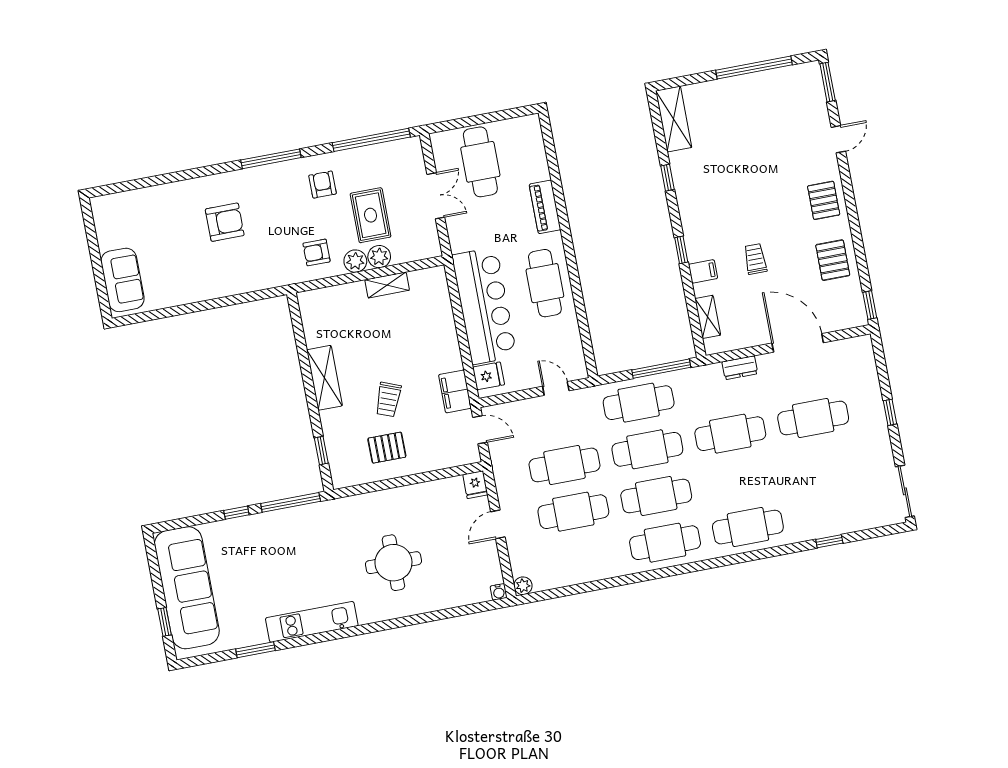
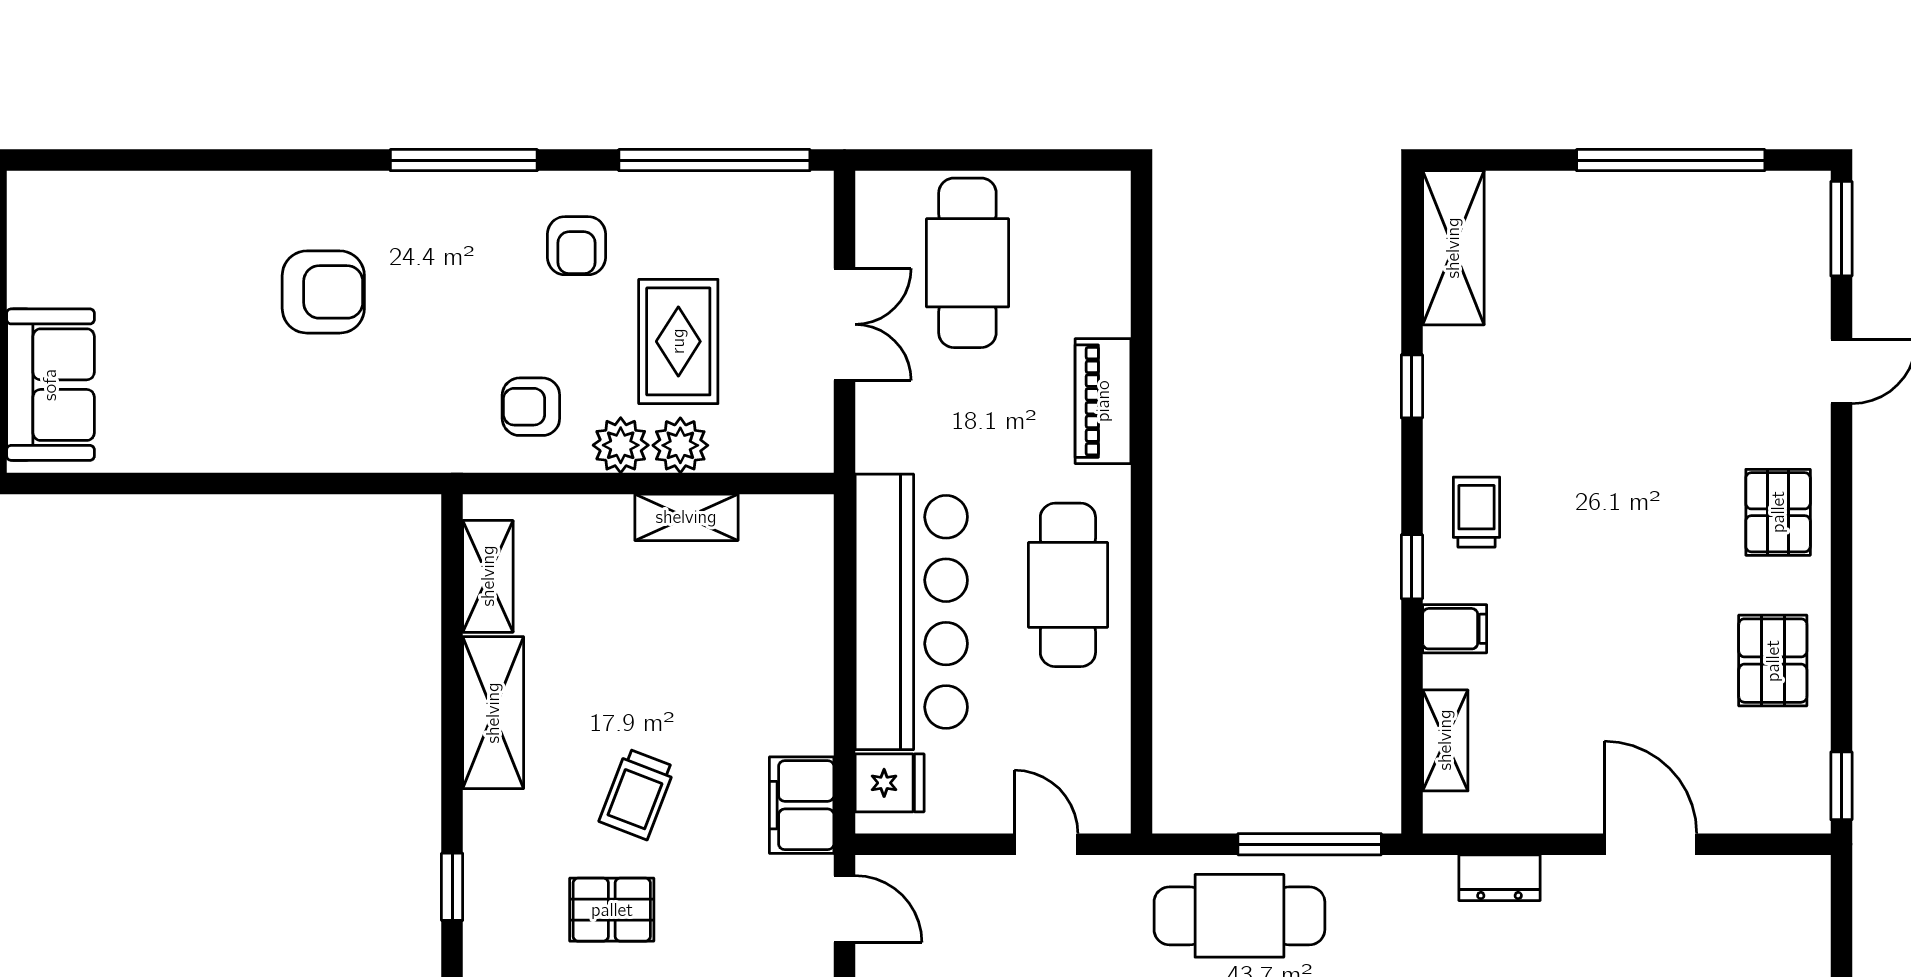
armchair: (323, 185) -> (576, 246), turned 180
trolley: (755, 259) -> (1476, 512), moved
shelving: (312, 324) -> (488, 576), added
door: (798, 343) -> (1651, 844), width x0.73

